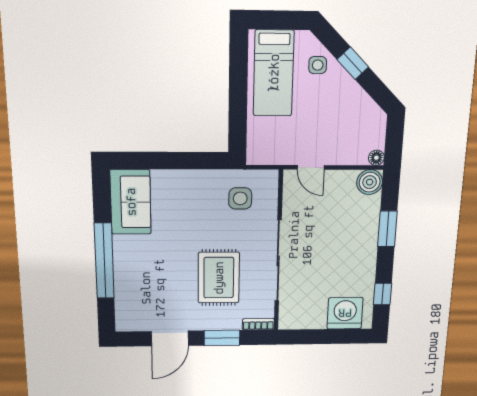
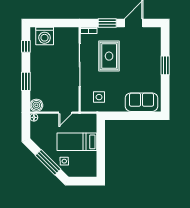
window: (353, 63) -> (48, 162), width x2.17
bed: (274, 73) -> (77, 142), moved, turned -90
door: (311, 167) -> (65, 113), swing flipped
sofa: (131, 202) -> (142, 102), moved, turned 90
window: (104, 261) -> (165, 65), width x0.47

